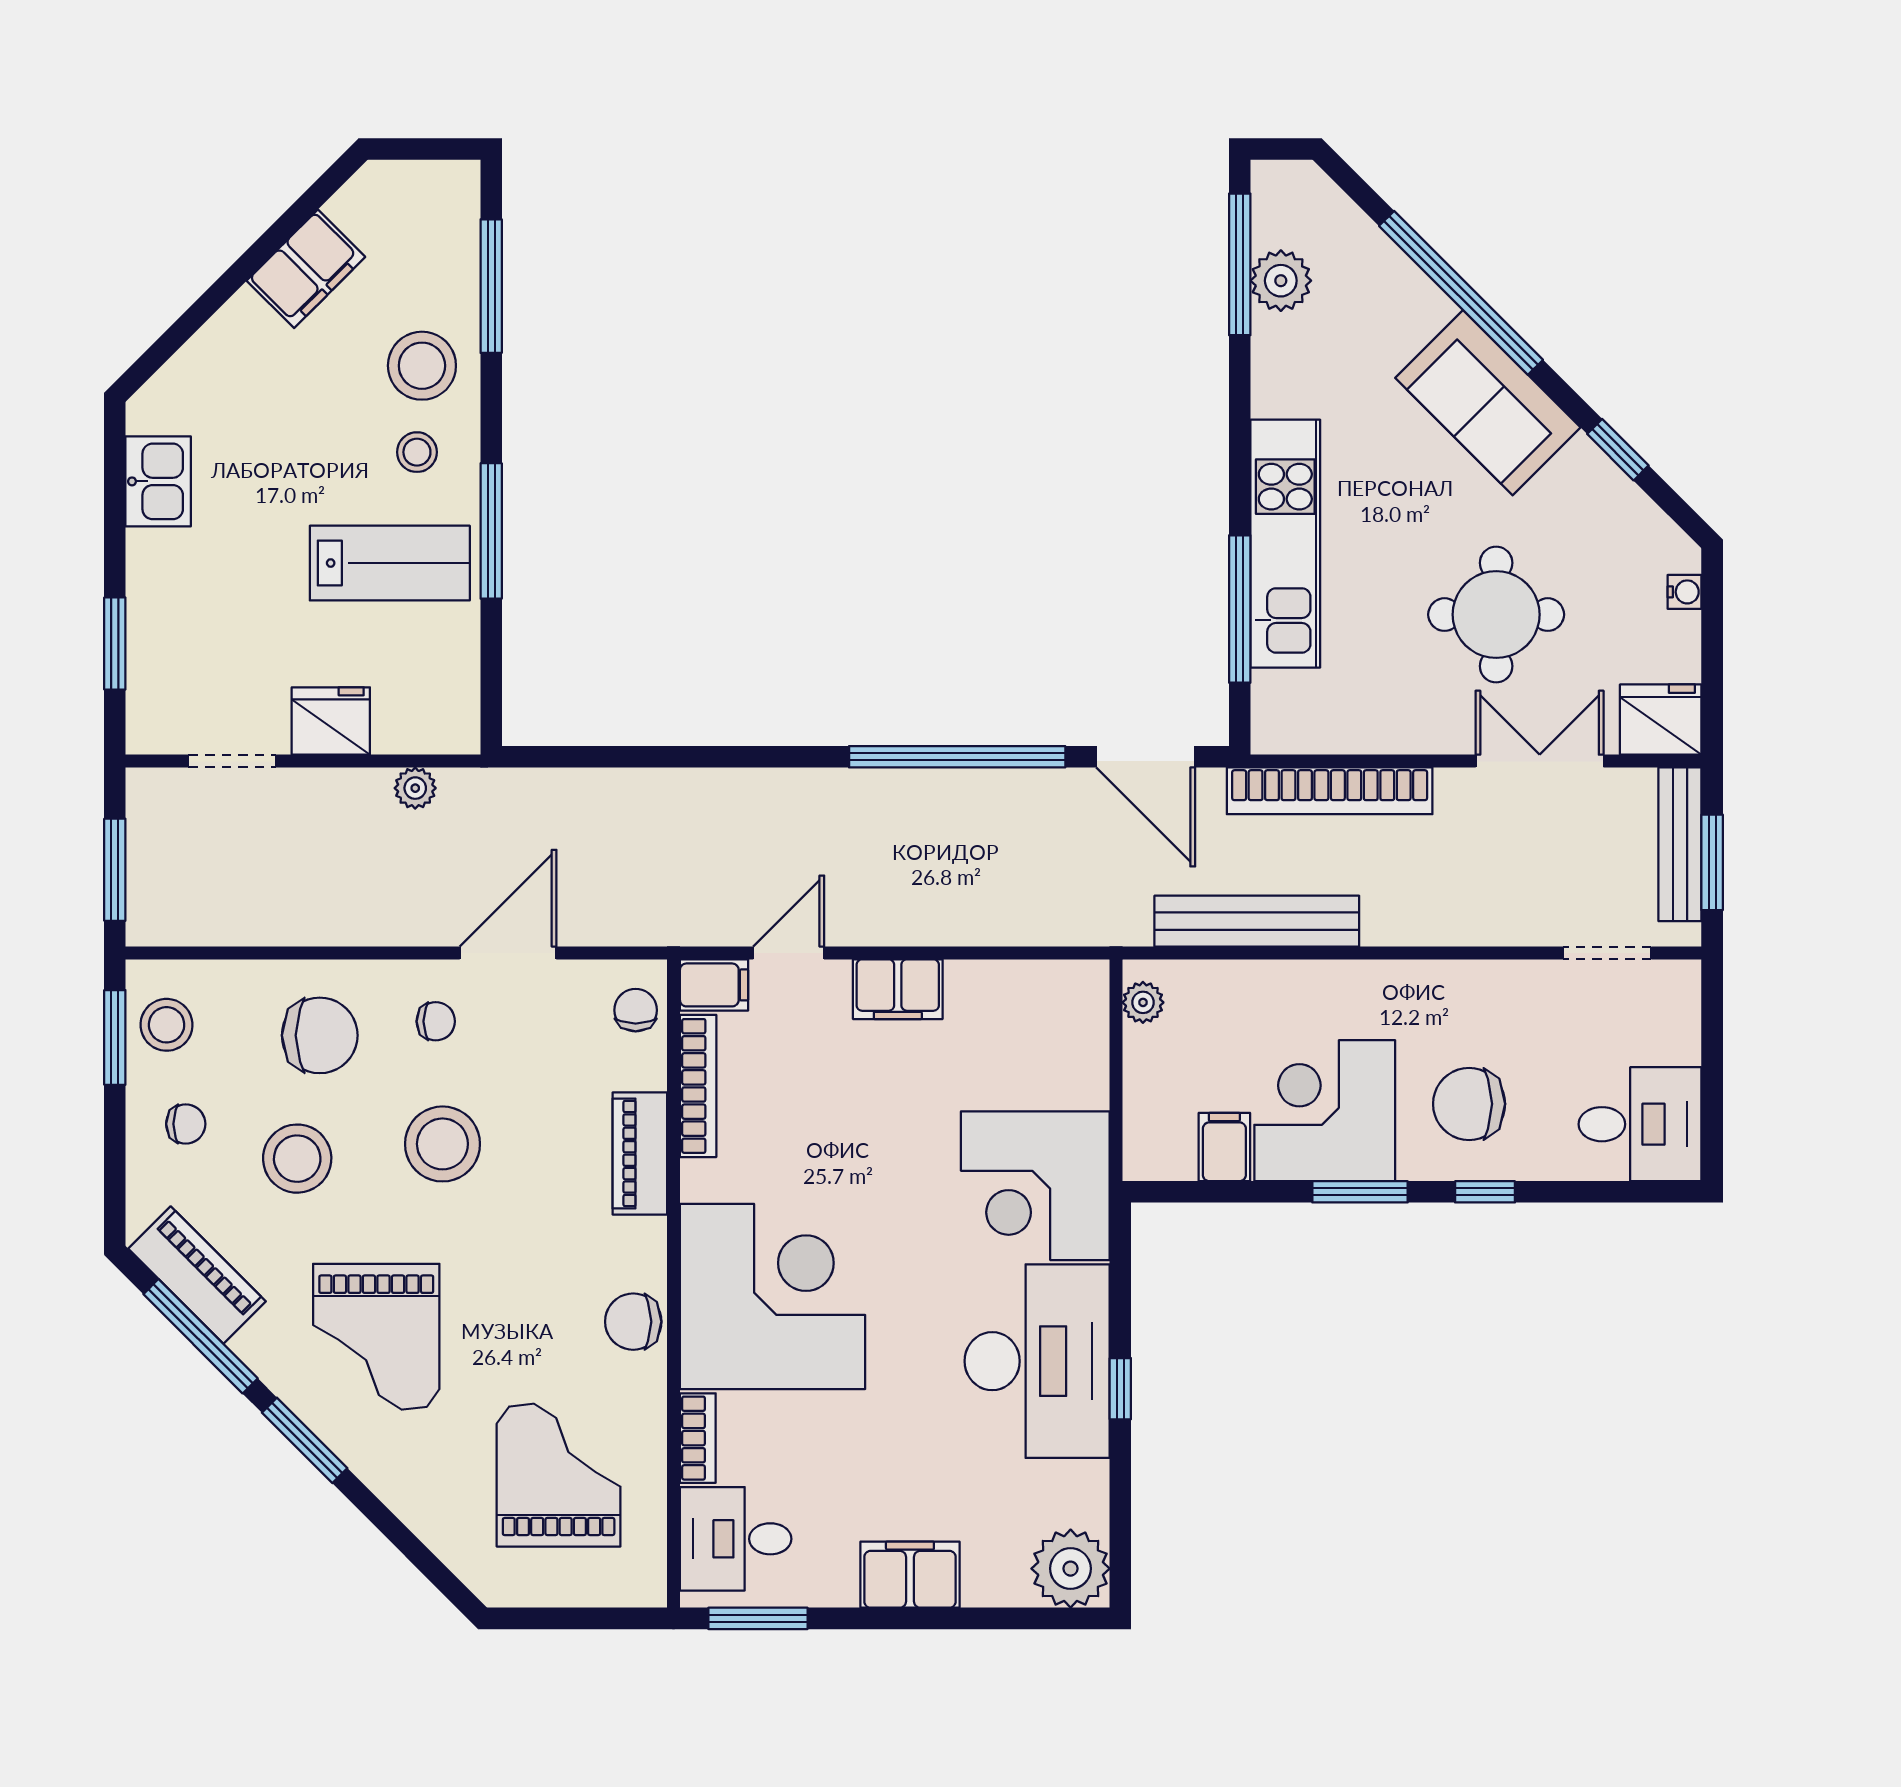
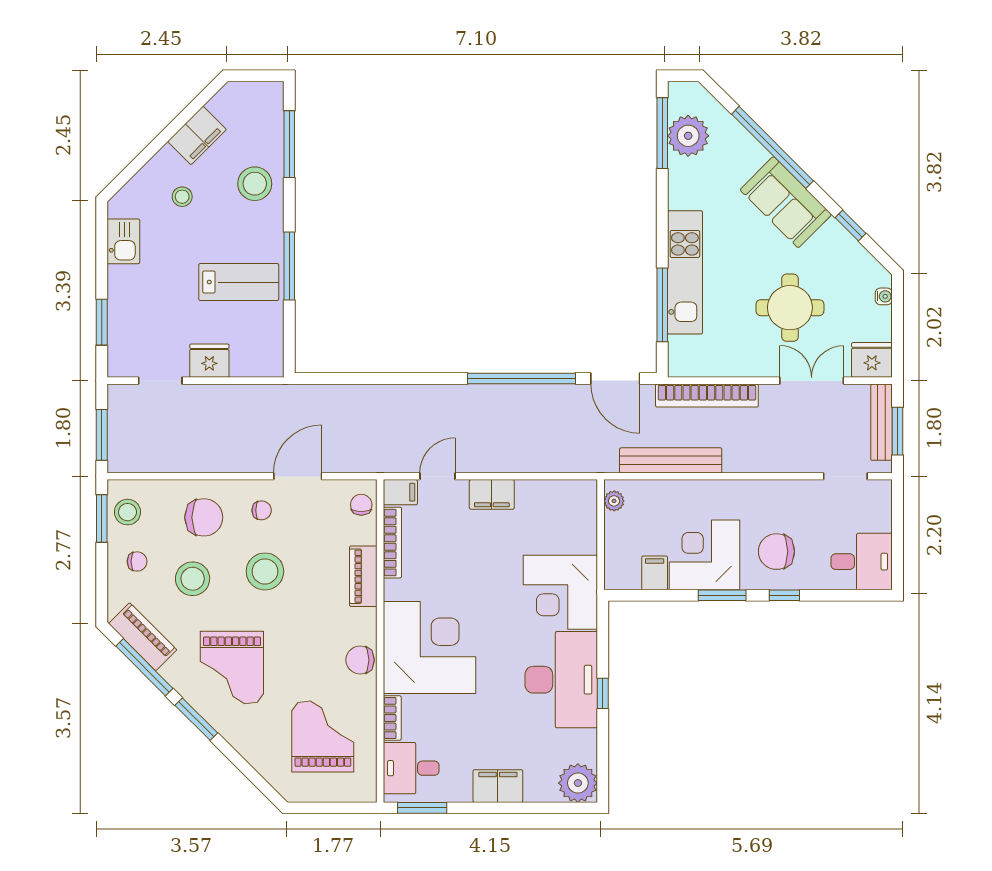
plant: (1281, 281) -> (688, 136), width x1.36, depth x1.36
stool: (417, 452) -> (182, 197), moved
plant: (415, 788) -> (251, 394), removed

